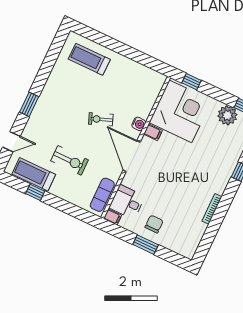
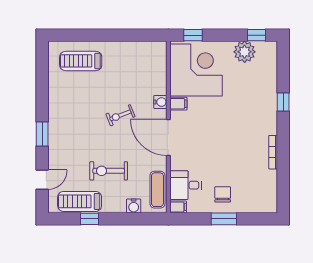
exercise bike: (69, 160) -> (109, 171), turned 180
water cooler: (76, 199) -> (134, 206), added

